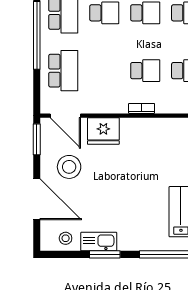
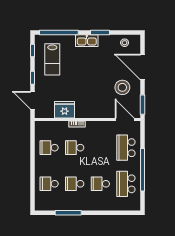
fridge: (103, 131) -> (65, 110), moved
kitchen sink: (99, 242) -> (87, 41), moved

